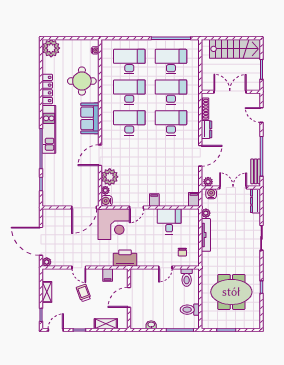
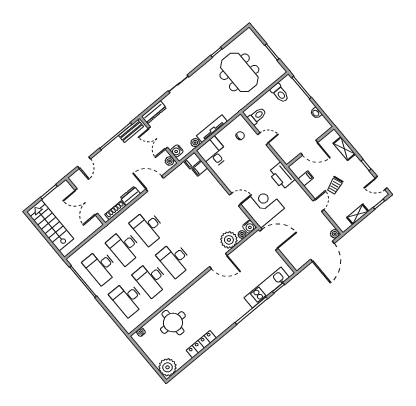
sofa: (90, 118) -> (197, 292), removed
kitchen unit: (49, 129) -> (267, 288), moved
filing cabinet: (154, 200) -> (200, 169), moved
desk: (169, 221) -> (213, 153), moved, turned 90

